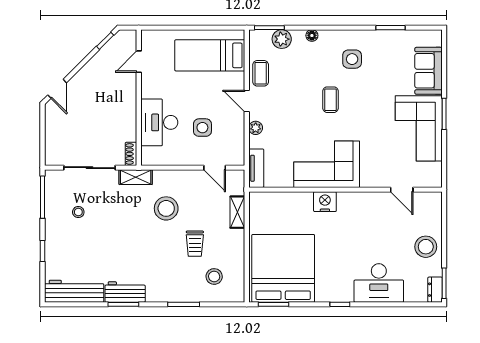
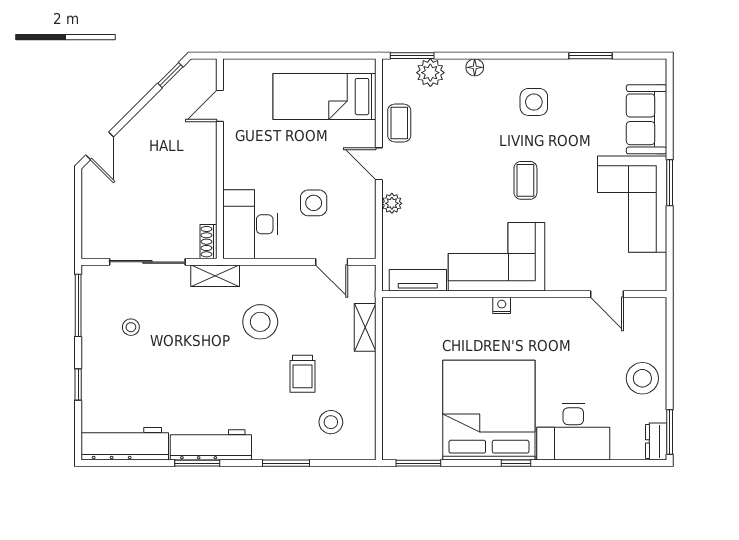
coffee table: (330, 100) -> (525, 180), moved
desk: (159, 122) -> (250, 224), moved
tv unit: (256, 168) -> (418, 280), moved, turned -90
nightstand: (325, 202) -> (502, 305), width x0.53, depth x0.56
bed: (283, 268) -> (489, 410), moved
workbench: (125, 292) -> (211, 445), width x1.38

